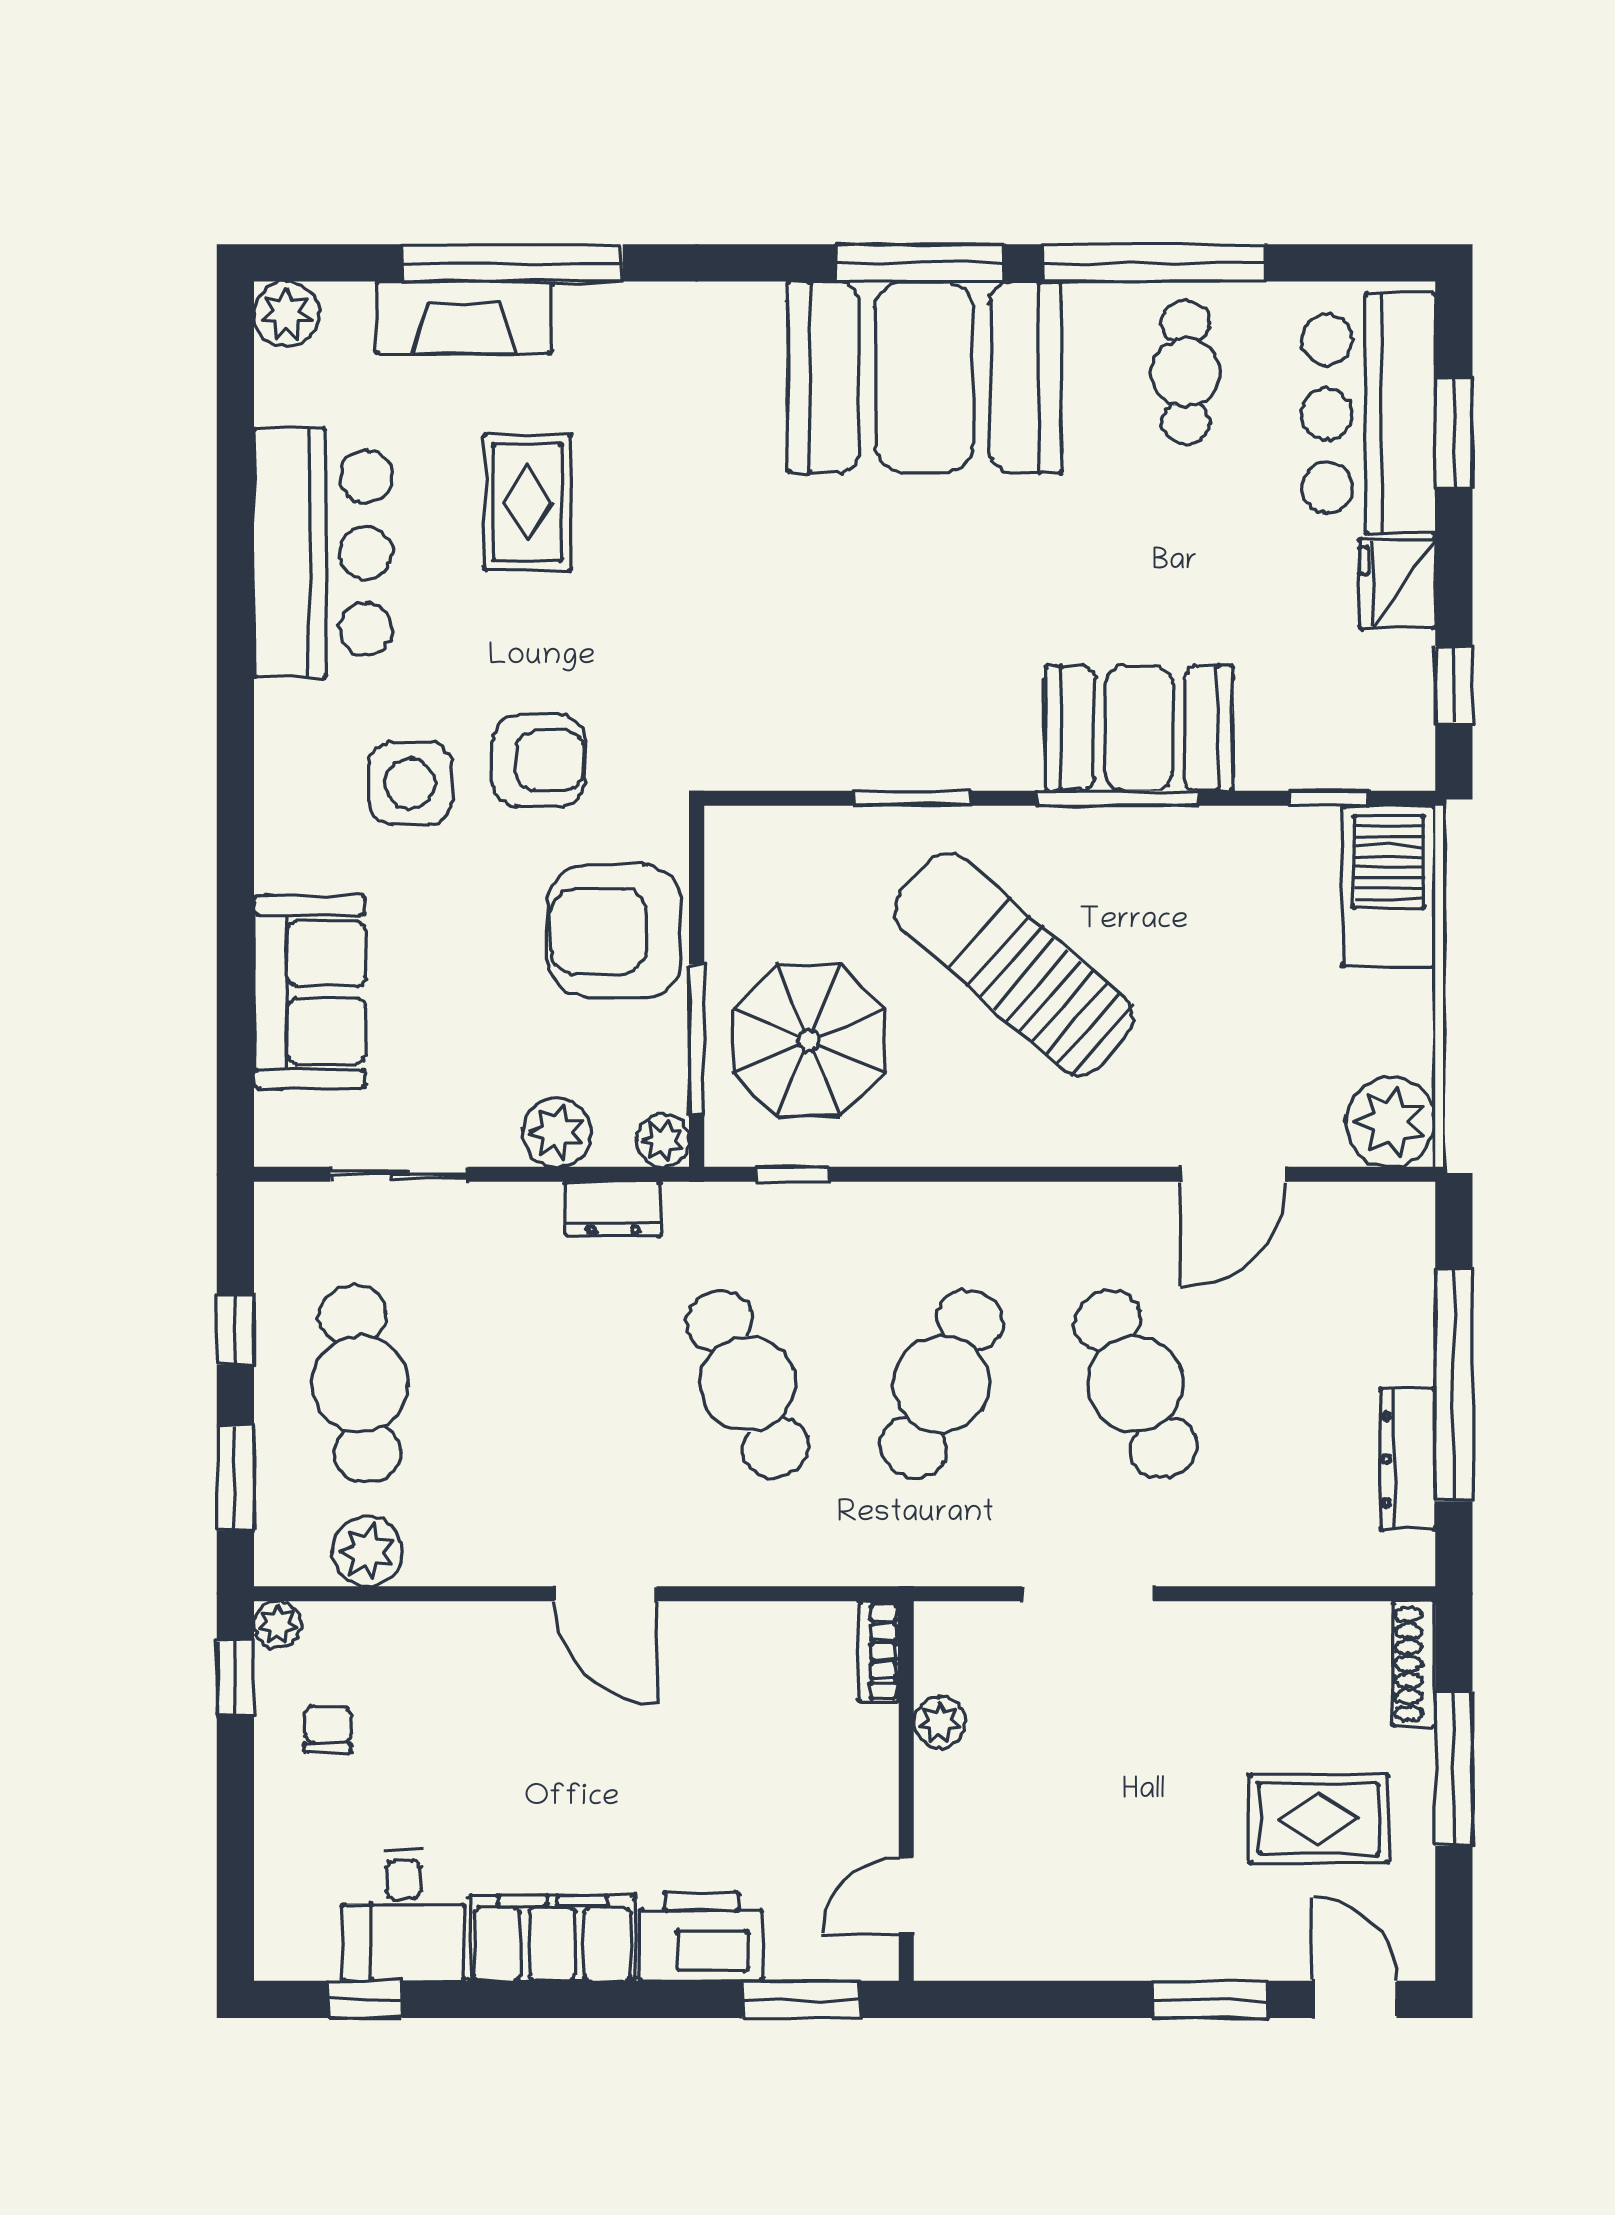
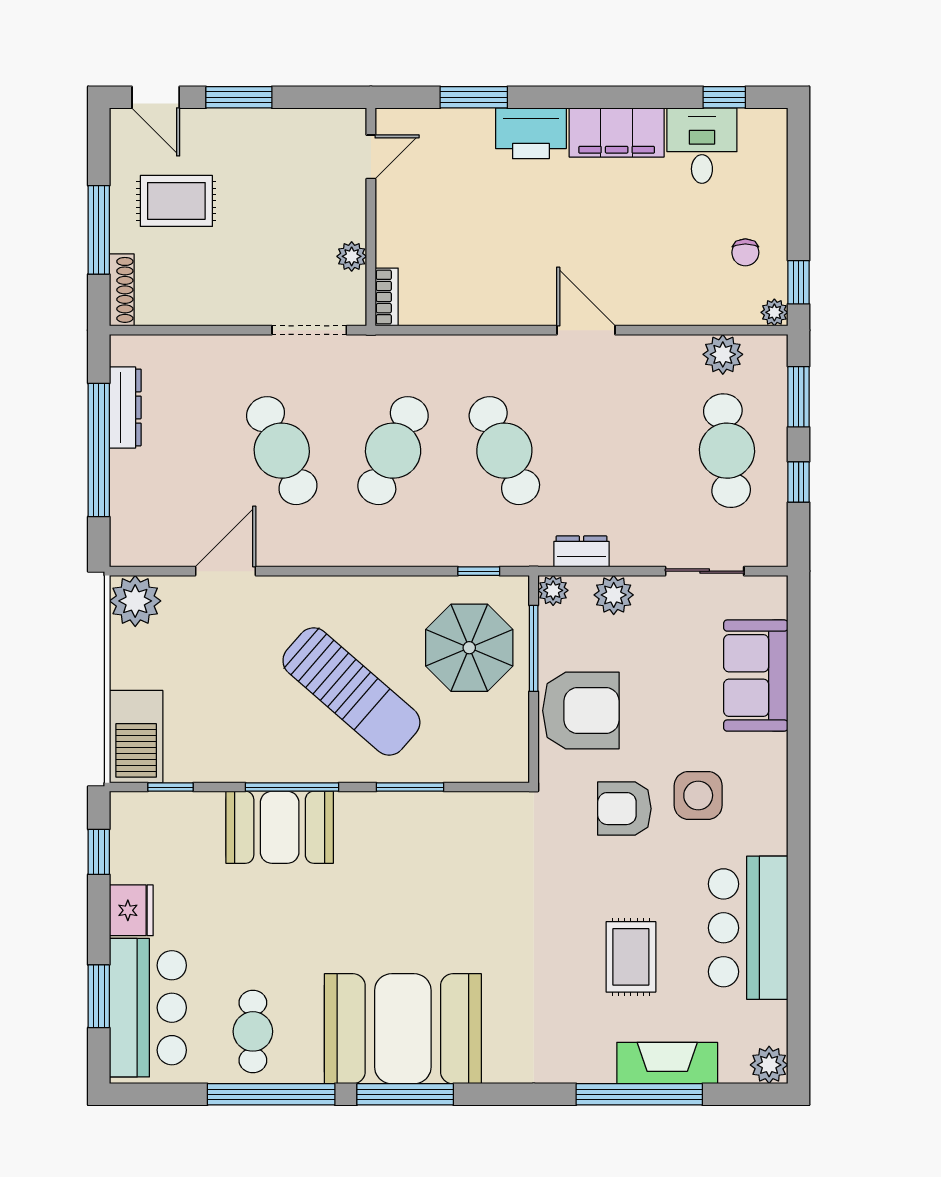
bookcase: (879, 1651) -> (387, 297), moved
plant: (940, 1722) -> (352, 256), moved
wall: (906, 1791) -> (371, 217), moved
door: (906, 1896) -> (371, 157), moved

